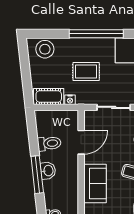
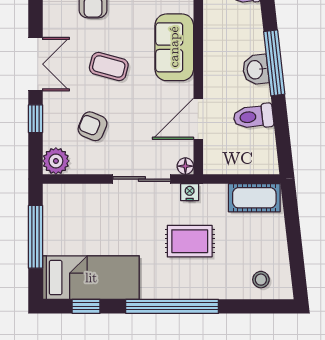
stool: (45, 49) -> (261, 280), width x0.53, depth x0.53
nightstand: (70, 100) -> (190, 192), moved
floor lamp: (89, 115) -> (185, 166), added

